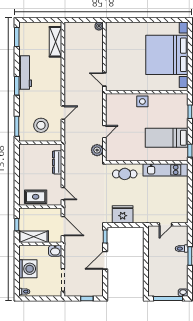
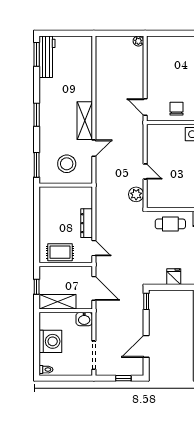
shelving: (56, 42) -> (85, 121), moved
workbench: (25, 73) -> (47, 57), moved
chair: (130, 81) -> (176, 109), added
door: (104, 132) -> (145, 171), hinge flipped
dresser: (57, 162) -> (87, 223), moved
fridge: (123, 214) -> (174, 277), width x0.53, depth x0.75
door: (105, 260) -> (146, 346), moved

